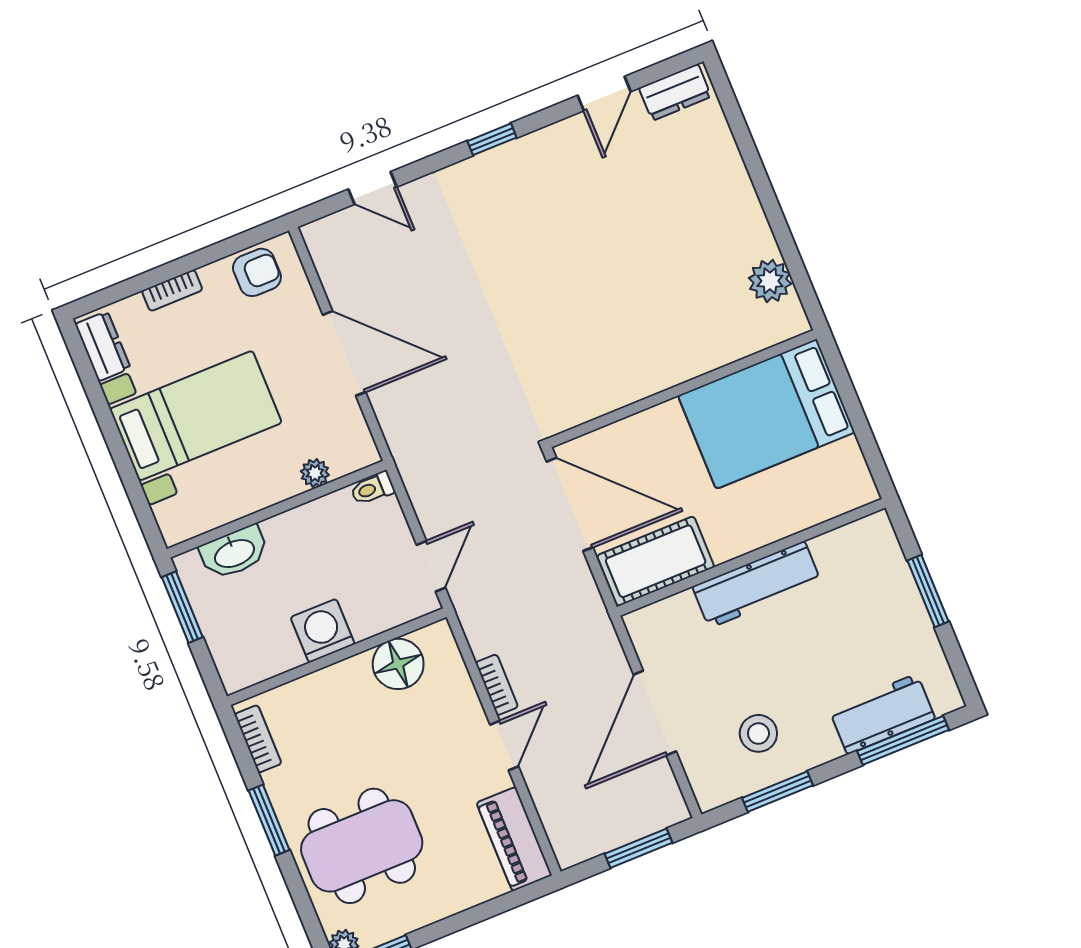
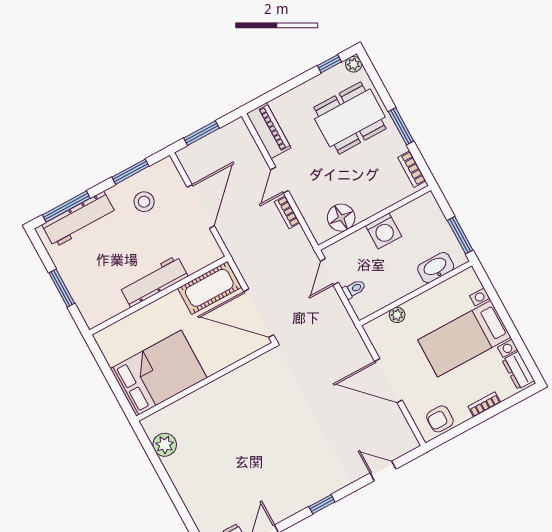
toilet: (372, 488) -> (354, 289), moved
workbench: (882, 714) -> (79, 219), width x1.38

